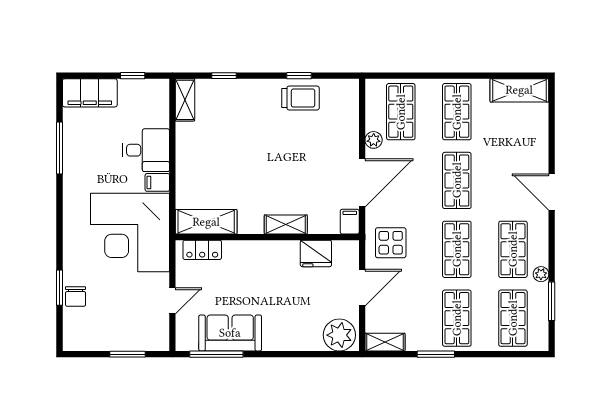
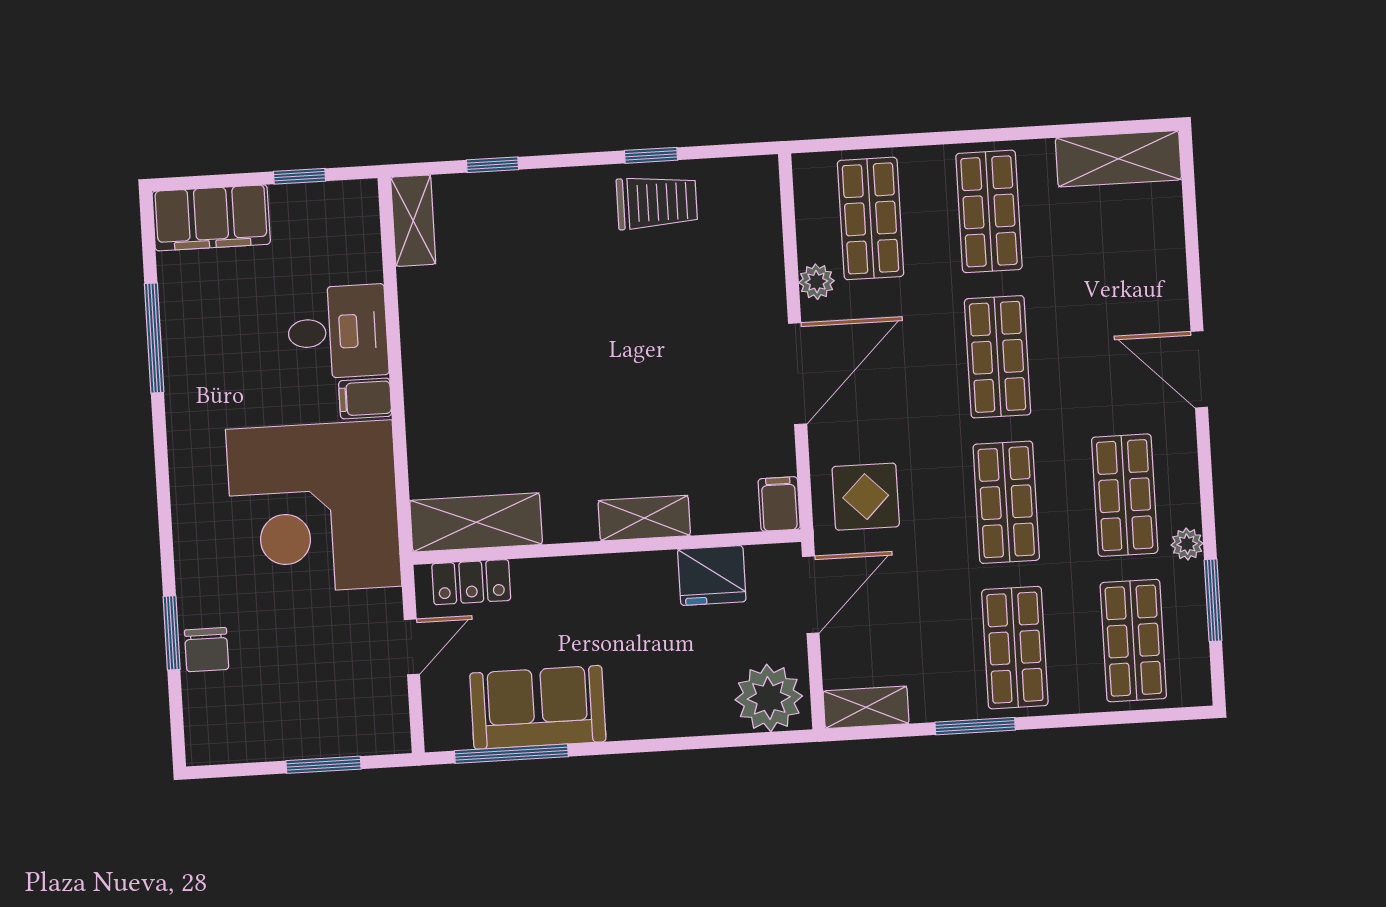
shelving: (206, 222) -> (476, 522), moved
filing cabinet: (350, 222) -> (779, 504), moved
shelving: (286, 224) -> (644, 518), moved
wall: (267, 237) -> (607, 547), moved
locker: (202, 250) -> (471, 582), moved
fridge: (316, 253) -> (712, 576), moved

